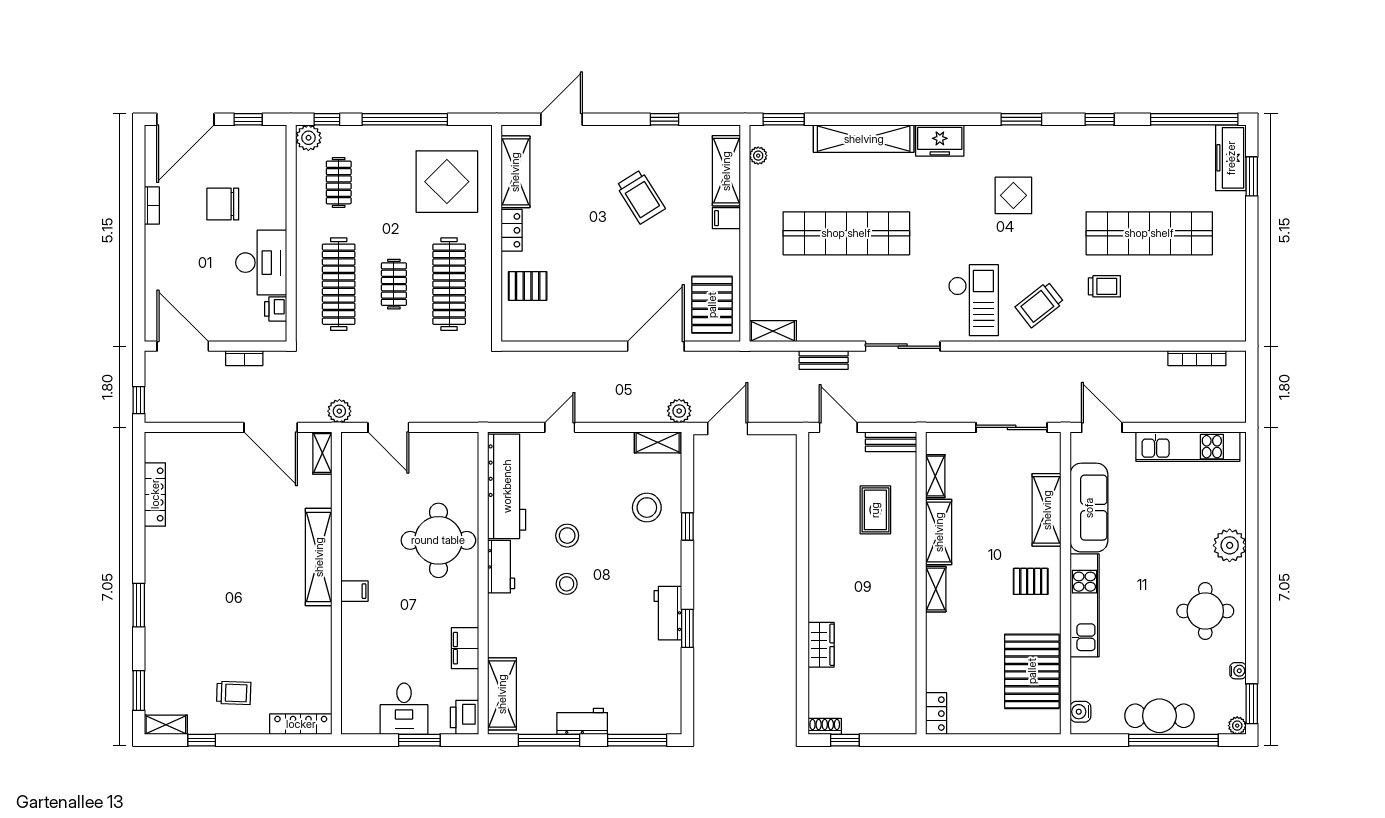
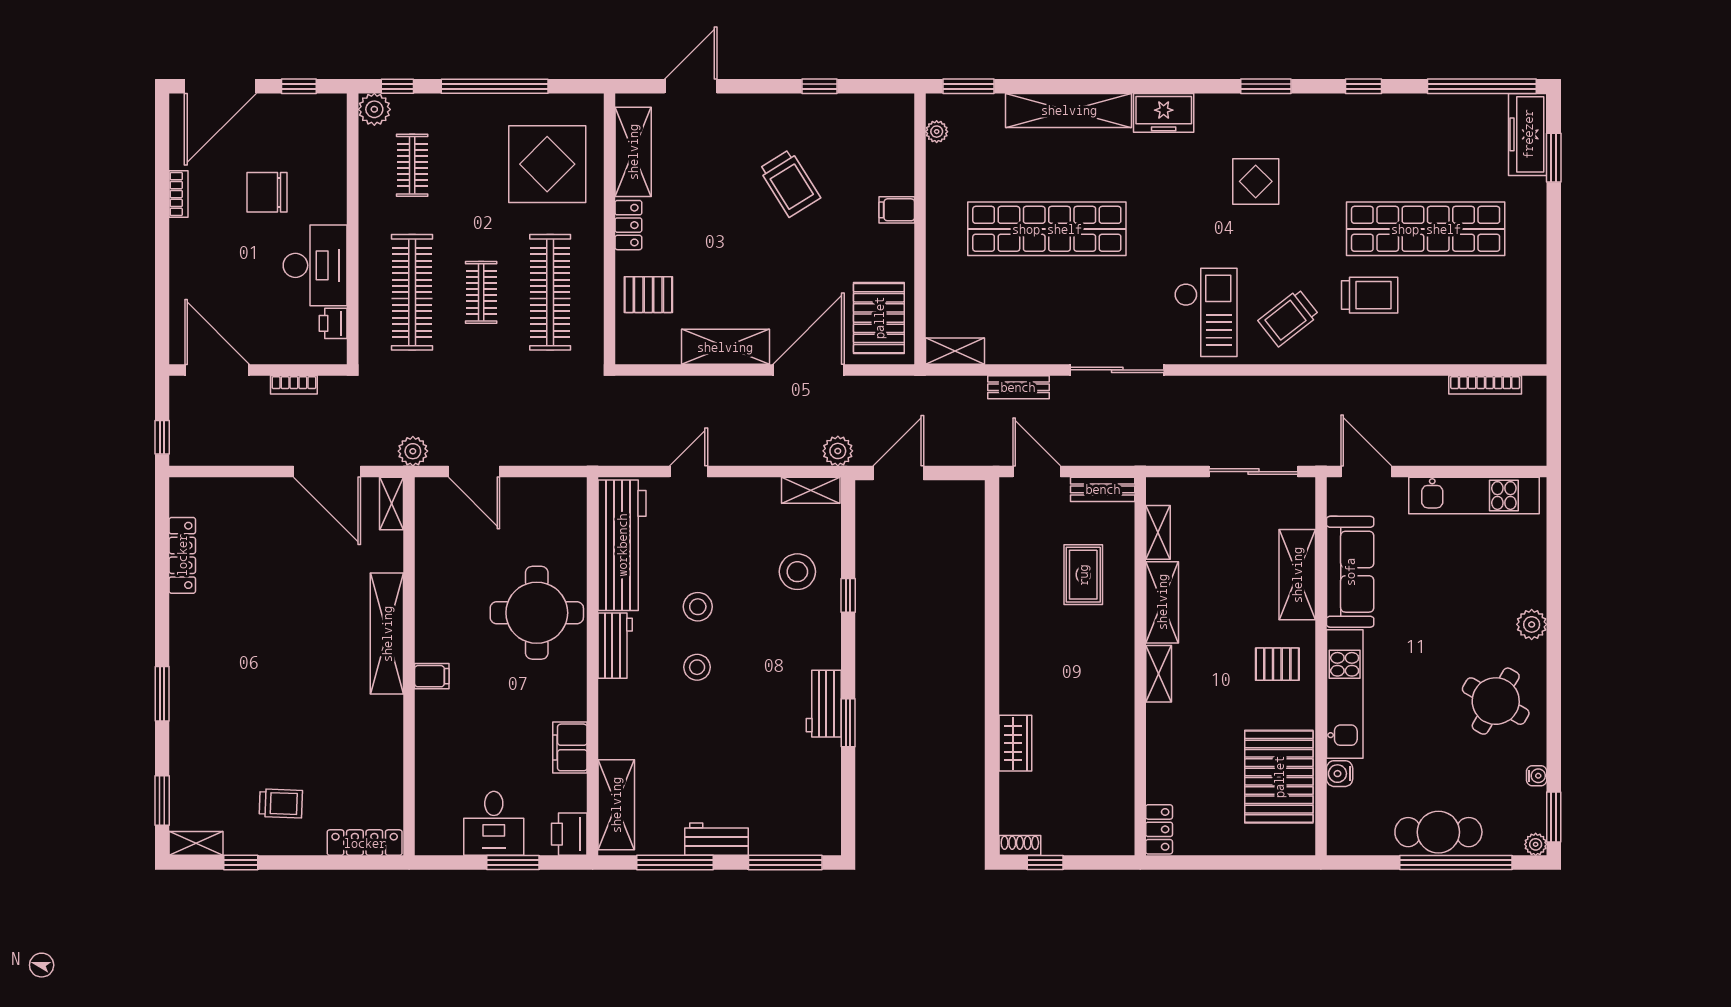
shelving: (726, 171) -> (725, 347), moved, turned 90
trolley: (1104, 286) -> (1370, 295), width x1.36, depth x1.39
plant: (1230, 545) -> (1532, 624), width x0.73, depth x0.73
round table: (1205, 611) -> (1496, 701), turned 30
water cooler: (1080, 712) -> (1340, 774), moved

